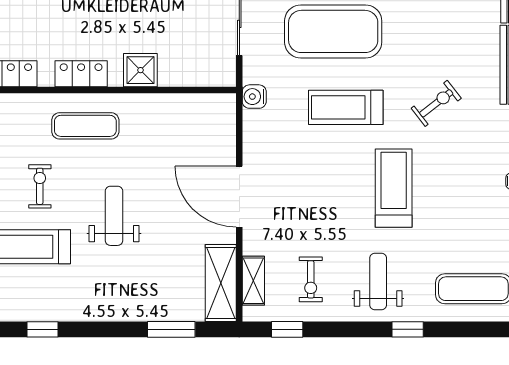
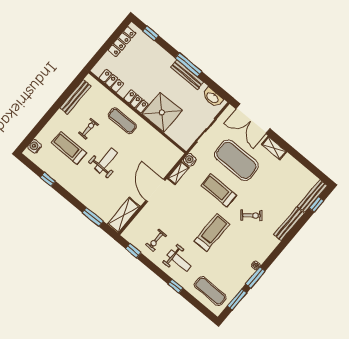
shower: (140, 70) -> (162, 112), width x1.86, depth x1.86
shelving: (253, 281) -> (178, 173), moved
weight bench: (378, 281) -> (179, 261), turned 90

